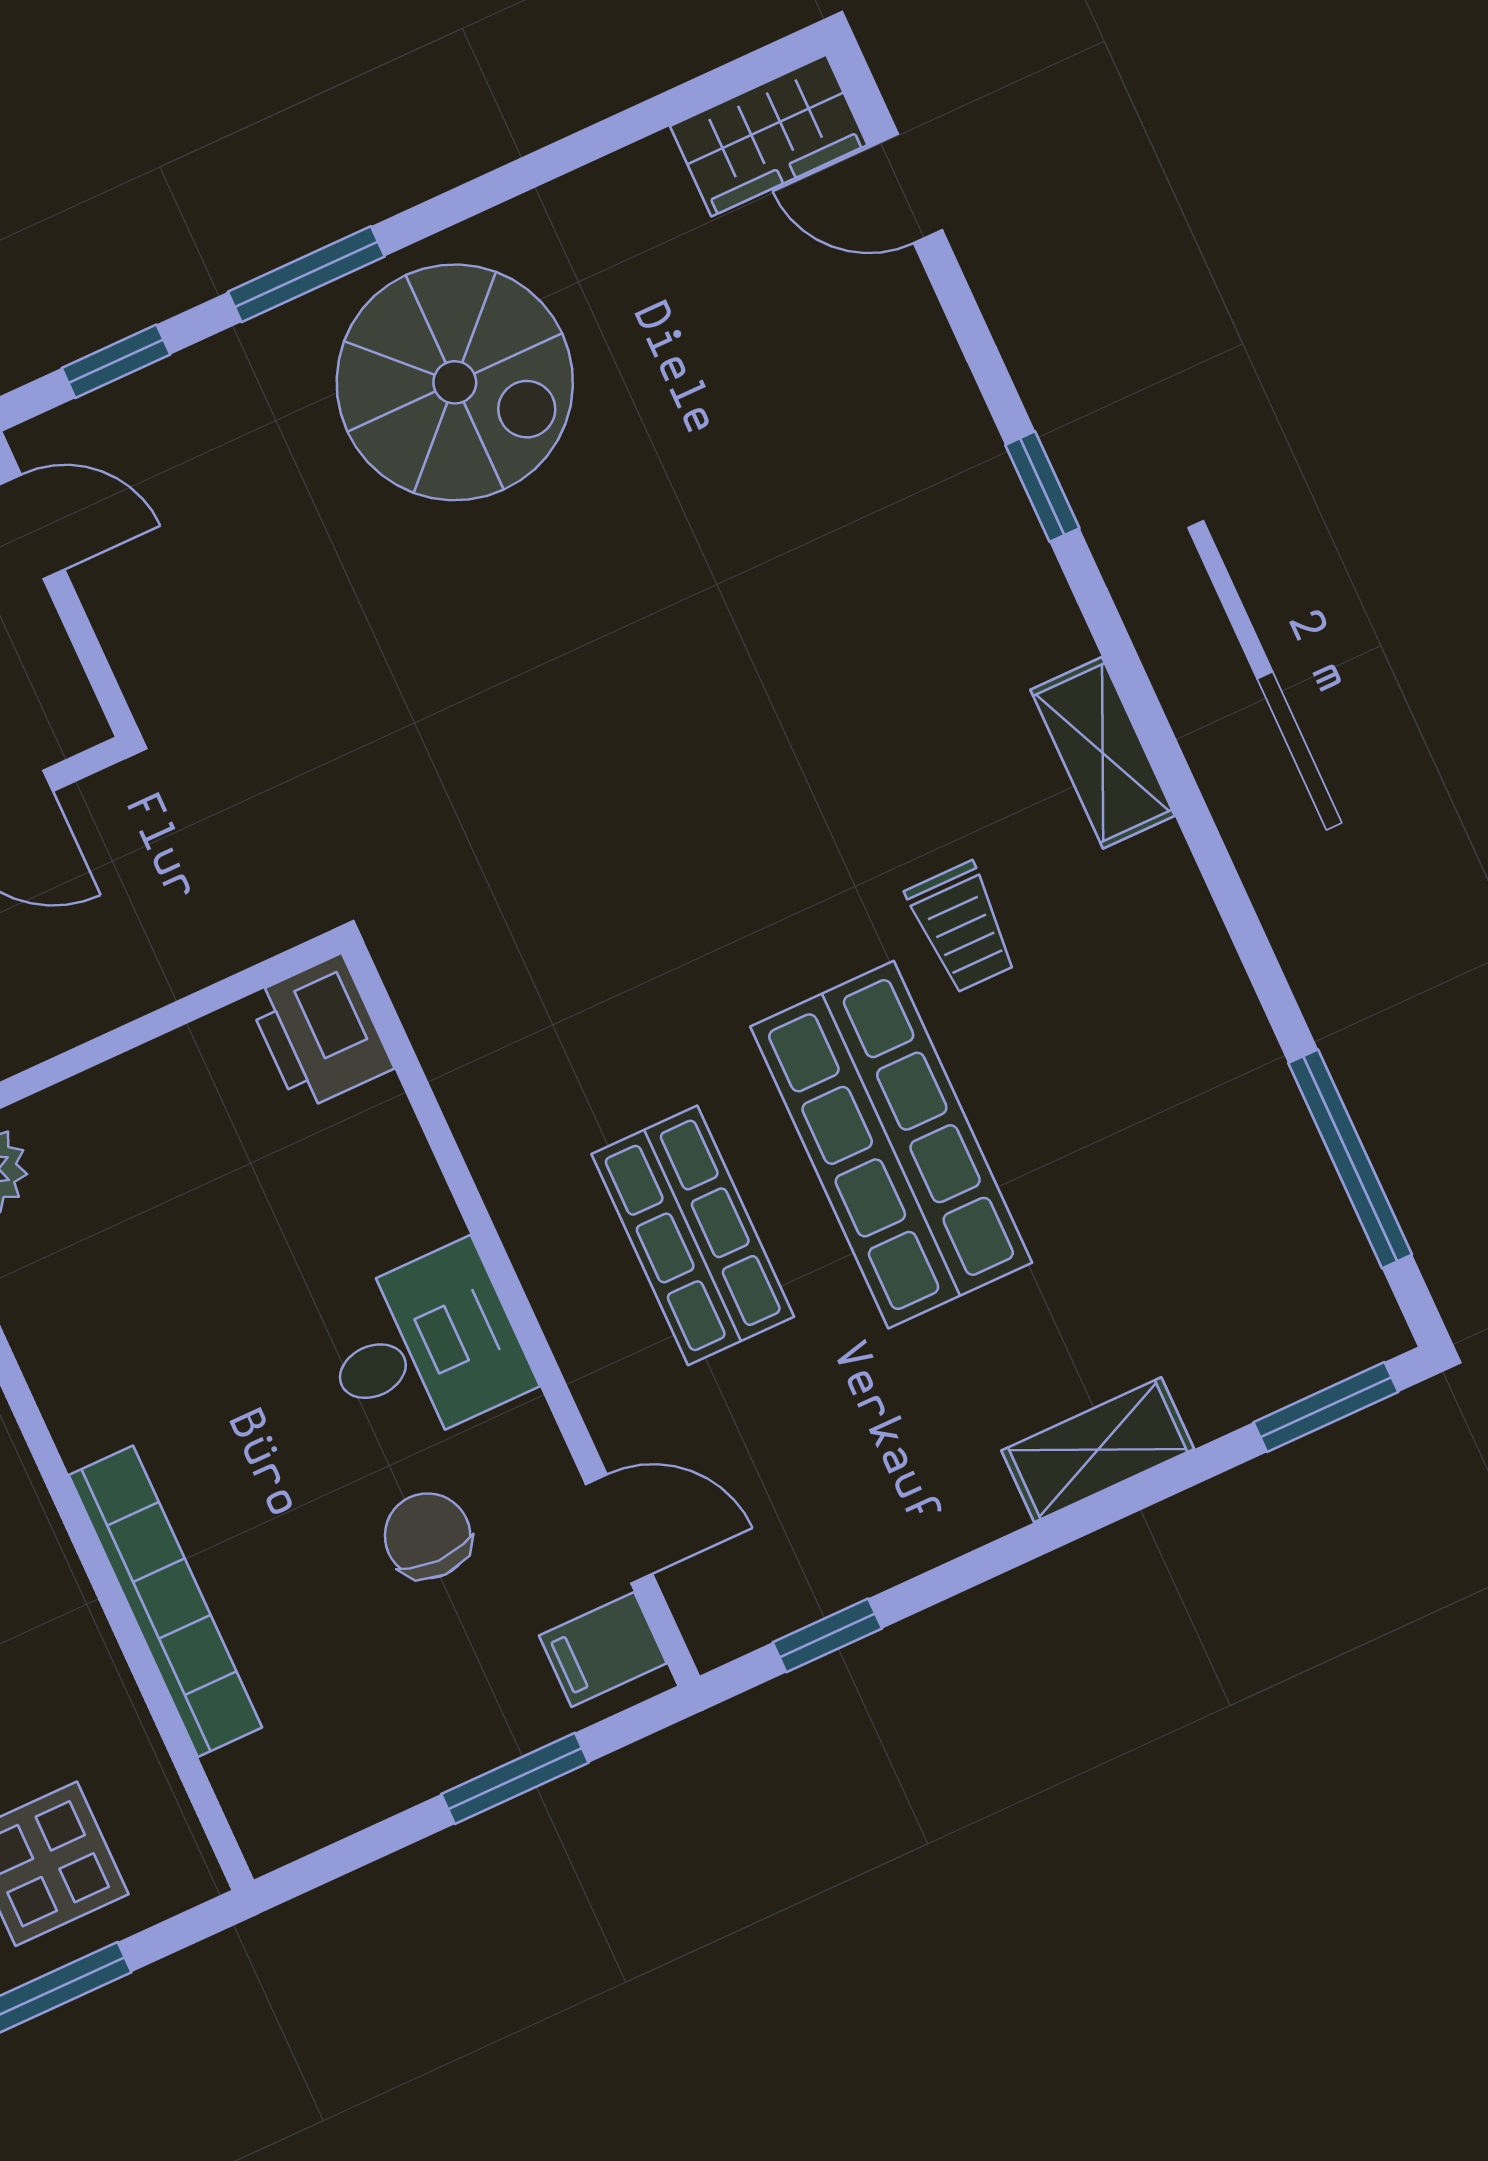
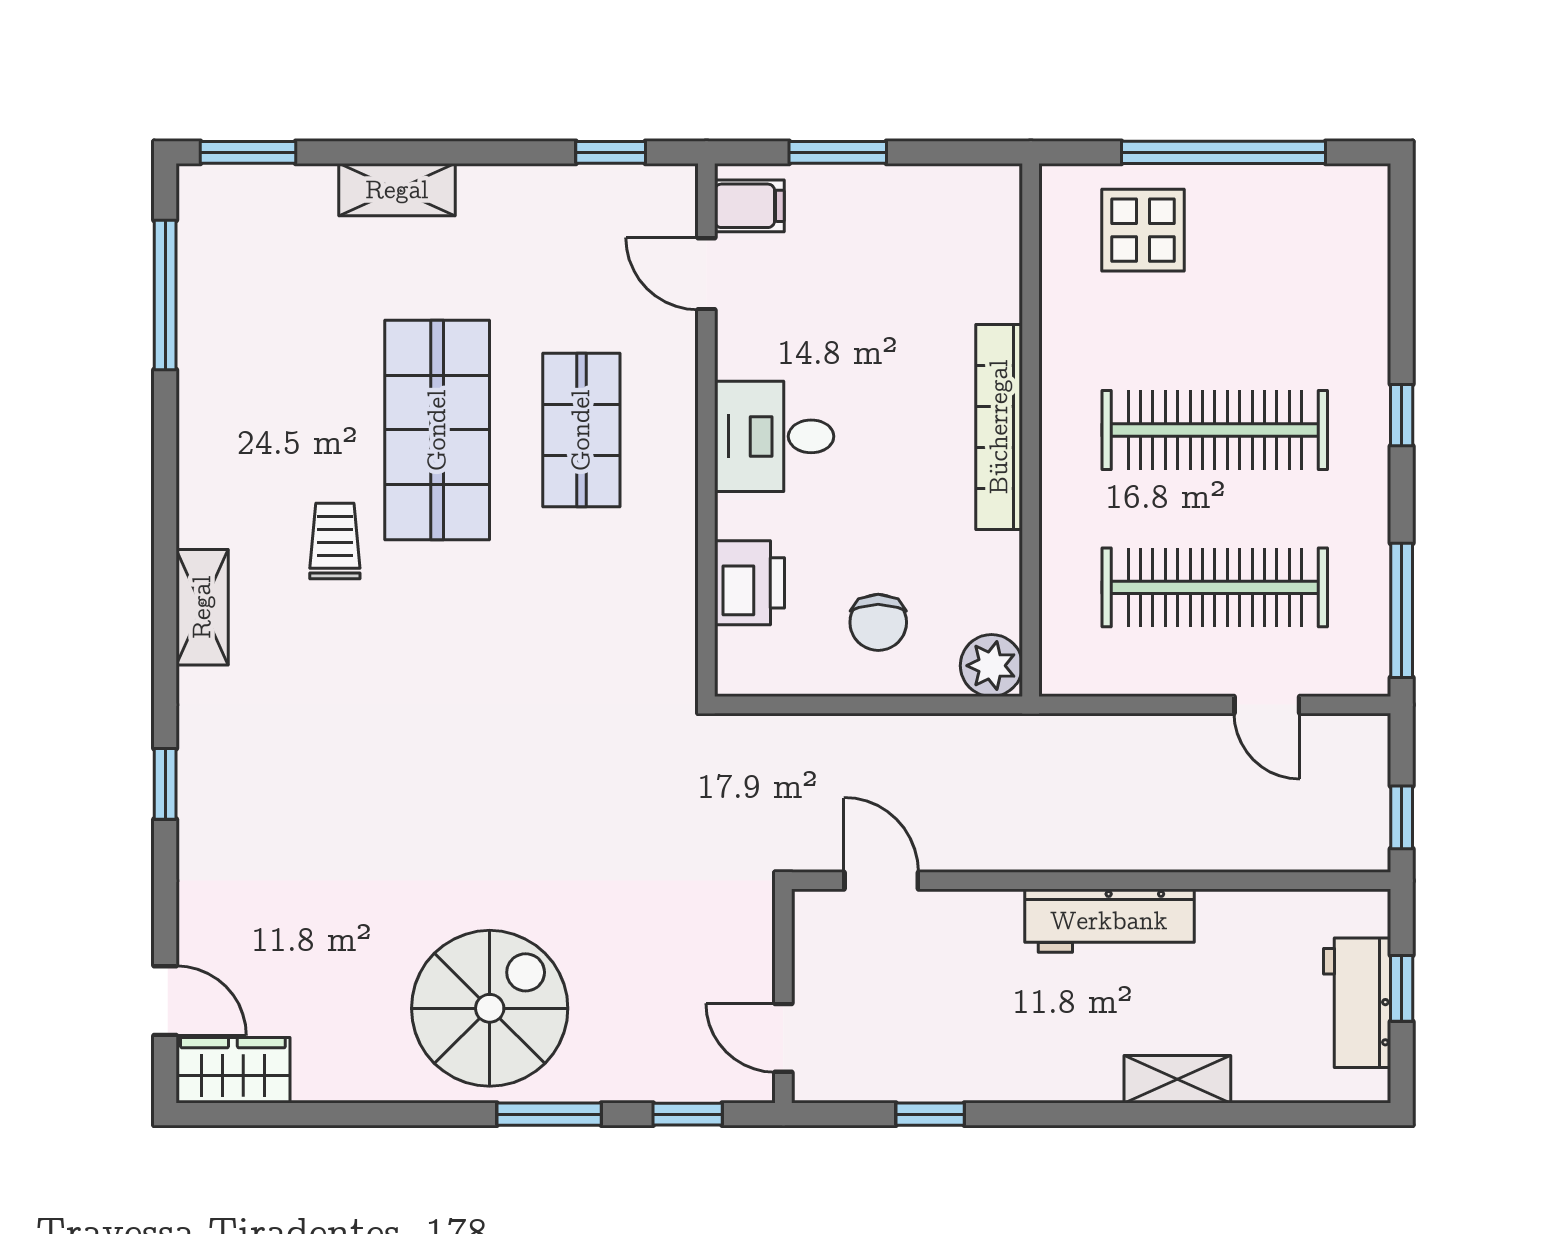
spiral stairs: (455, 382) -> (490, 1008), turned 90
printer: (320, 1033) -> (750, 583), moved
chair: (428, 1536) -> (878, 622), moved
bookcase: (165, 1601) -> (999, 427), moved

